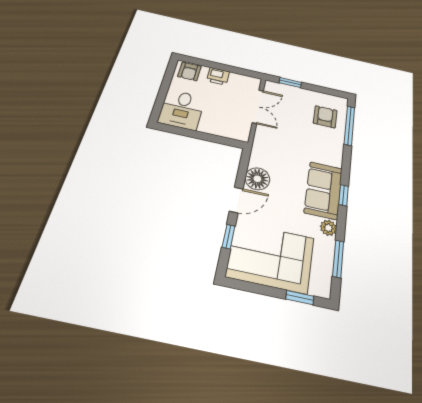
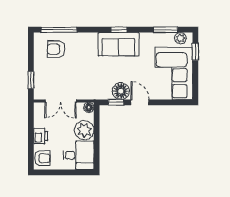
double door: (258, 107) -> (61, 101), swing flipped
plant: (213, 124) -> (84, 130), added
floor lamp: (243, 136) -> (89, 107), added
plant: (328, 228) -> (180, 38), moved
window: (229, 237) -> (116, 102), moved

